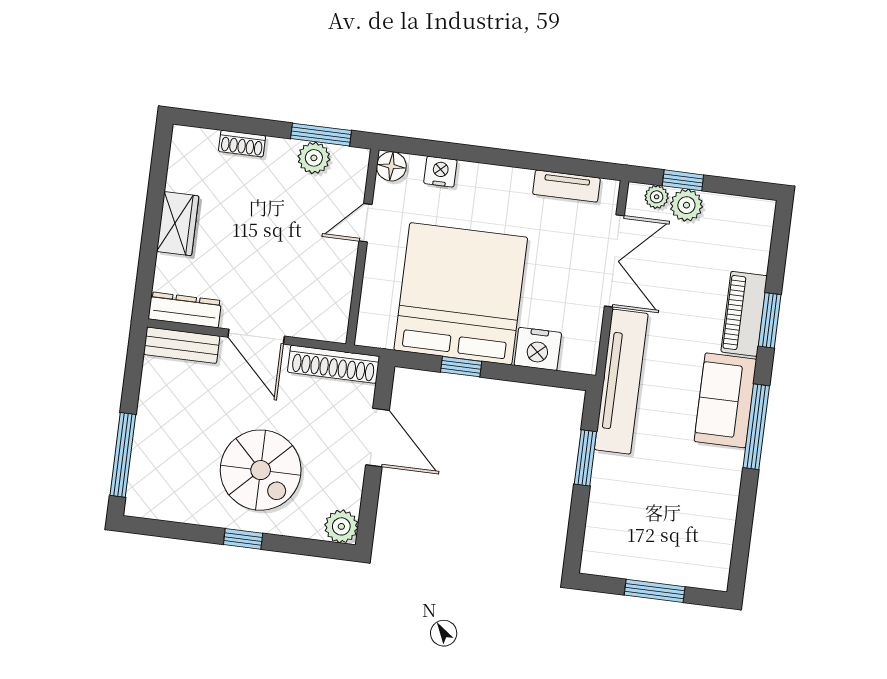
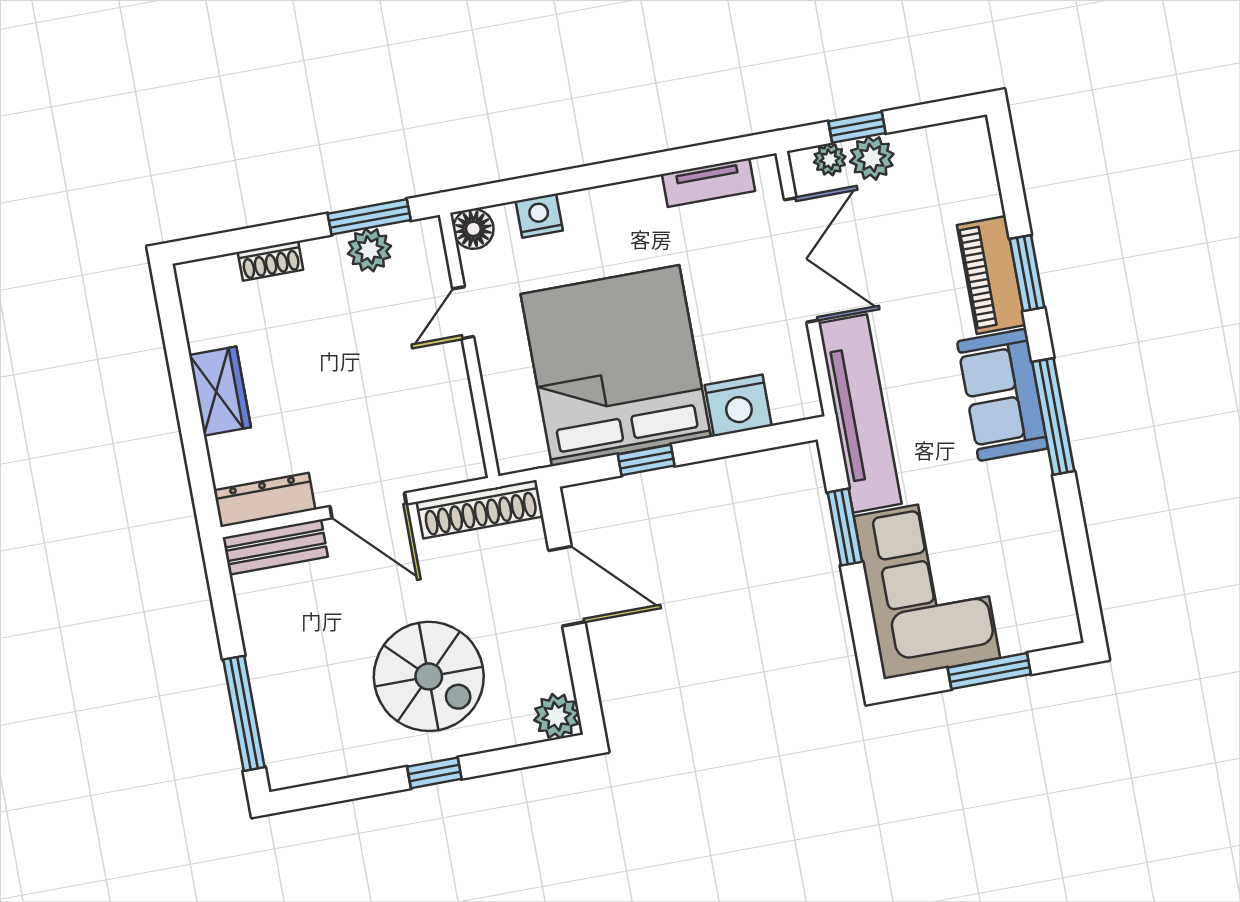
corner sofa: (630, 518) -> (927, 587), added

